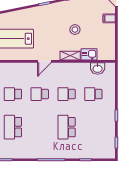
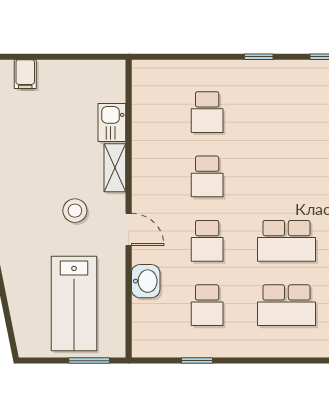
stool: (75, 30) -> (75, 211), moved
washbasin: (98, 68) -> (146, 281), moved
school desk: (67, 127) -> (286, 241), moved

